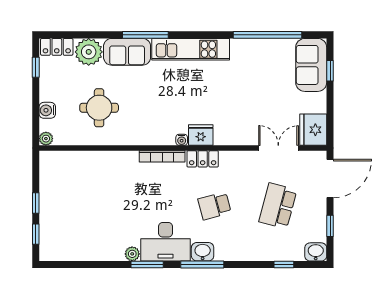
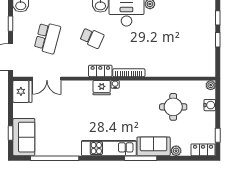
plant: (89, 52) -> (176, 151), width x0.53, depth x0.53
school desk: (215, 206) -> (92, 38), turned 39

